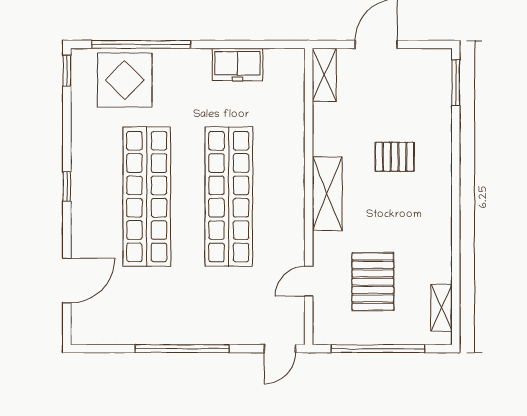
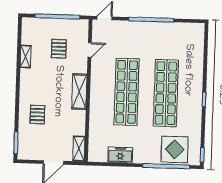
pallet: (395, 157) -> (37, 115), moved, turned 90
door: (67, 280) -> (206, 54), removed
pallet: (373, 282) -> (59, 49), width x0.67, depth x0.71
shelving: (441, 308) -> (26, 56), moved

